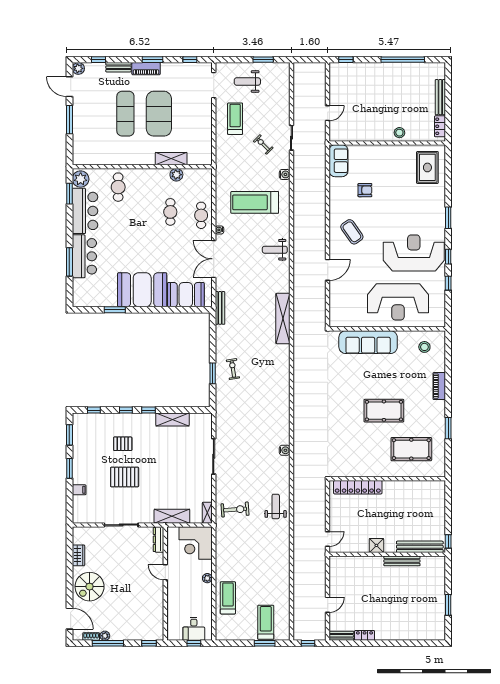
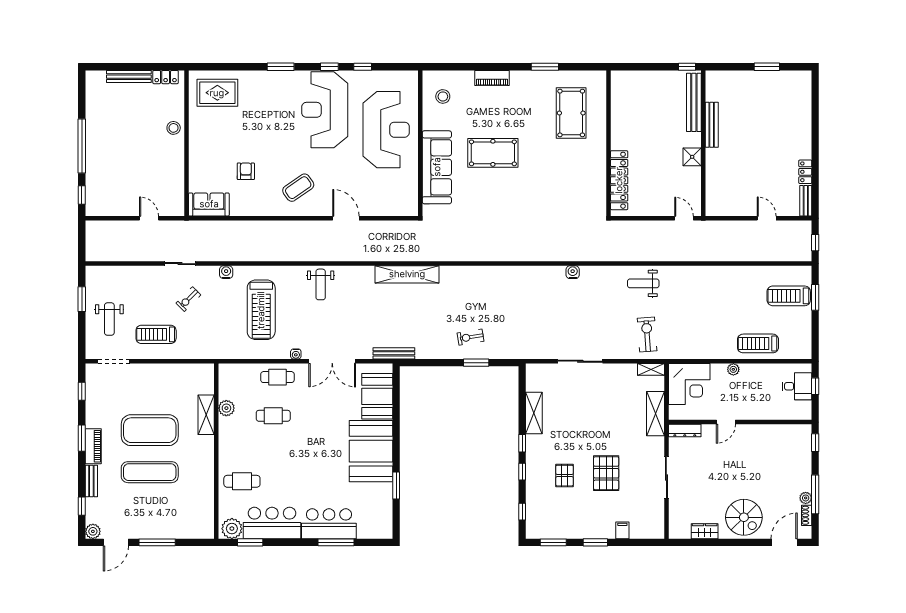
window: (403, 60) -> (82, 146), moved
pool table: (384, 411) -> (493, 153), moved, turned 90

